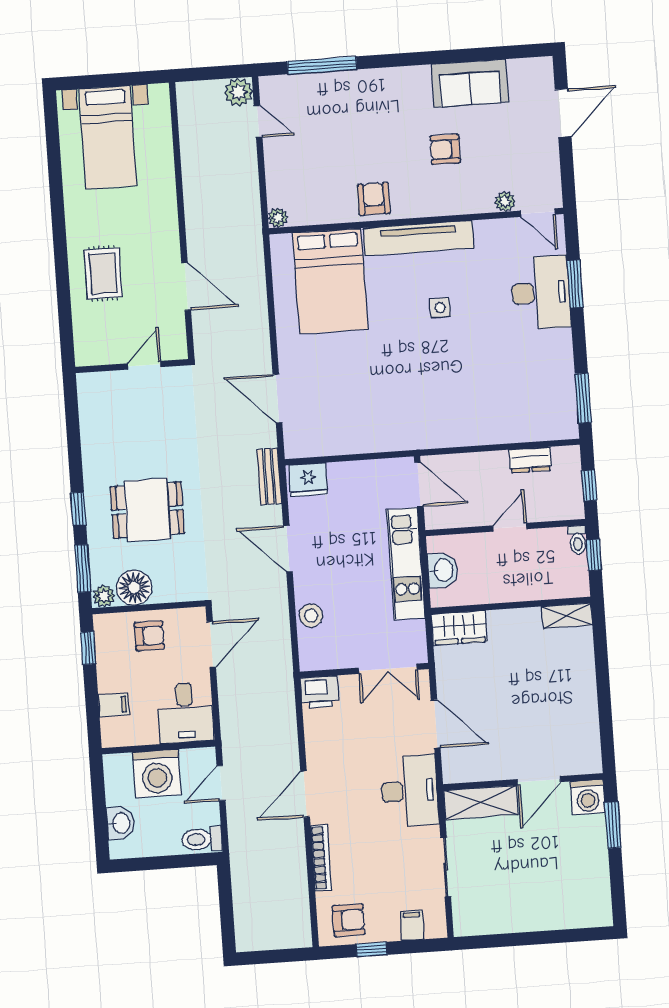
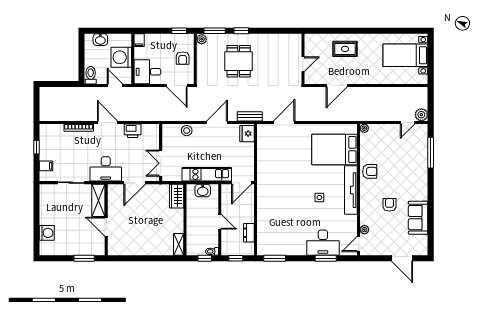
door: (144, 365) -> (303, 64), hinge flipped
floor lamp: (134, 588) -> (205, 53), removed
printer: (320, 692) -> (133, 131), moved, turned -90
filing cabinet: (114, 705) -> (139, 40), moved
washing machine: (588, 797) -> (47, 233), moved, turned 180
armchair: (349, 920) -> (50, 138), removed

